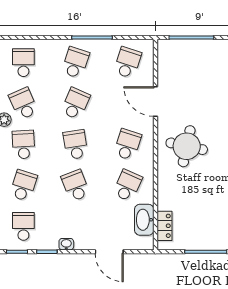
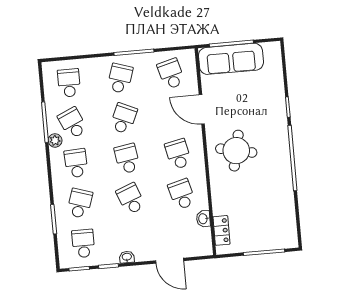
sofa: (190, 53) -> (231, 59), added
school desk: (128, 63) -> (171, 74), turned -33
school desk: (128, 145) -> (178, 154), turned -30
school desk: (128, 185) -> (182, 194), turned -39
washbasin: (144, 220) -> (203, 219), width x0.52, depth x0.69

